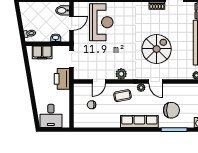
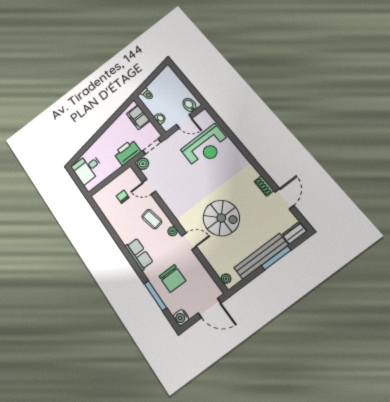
plant: (121, 74) -> (143, 164), moved
door: (156, 81) -> (189, 241), swing flipped
row of seats: (139, 121) -> (139, 254), width x0.68

